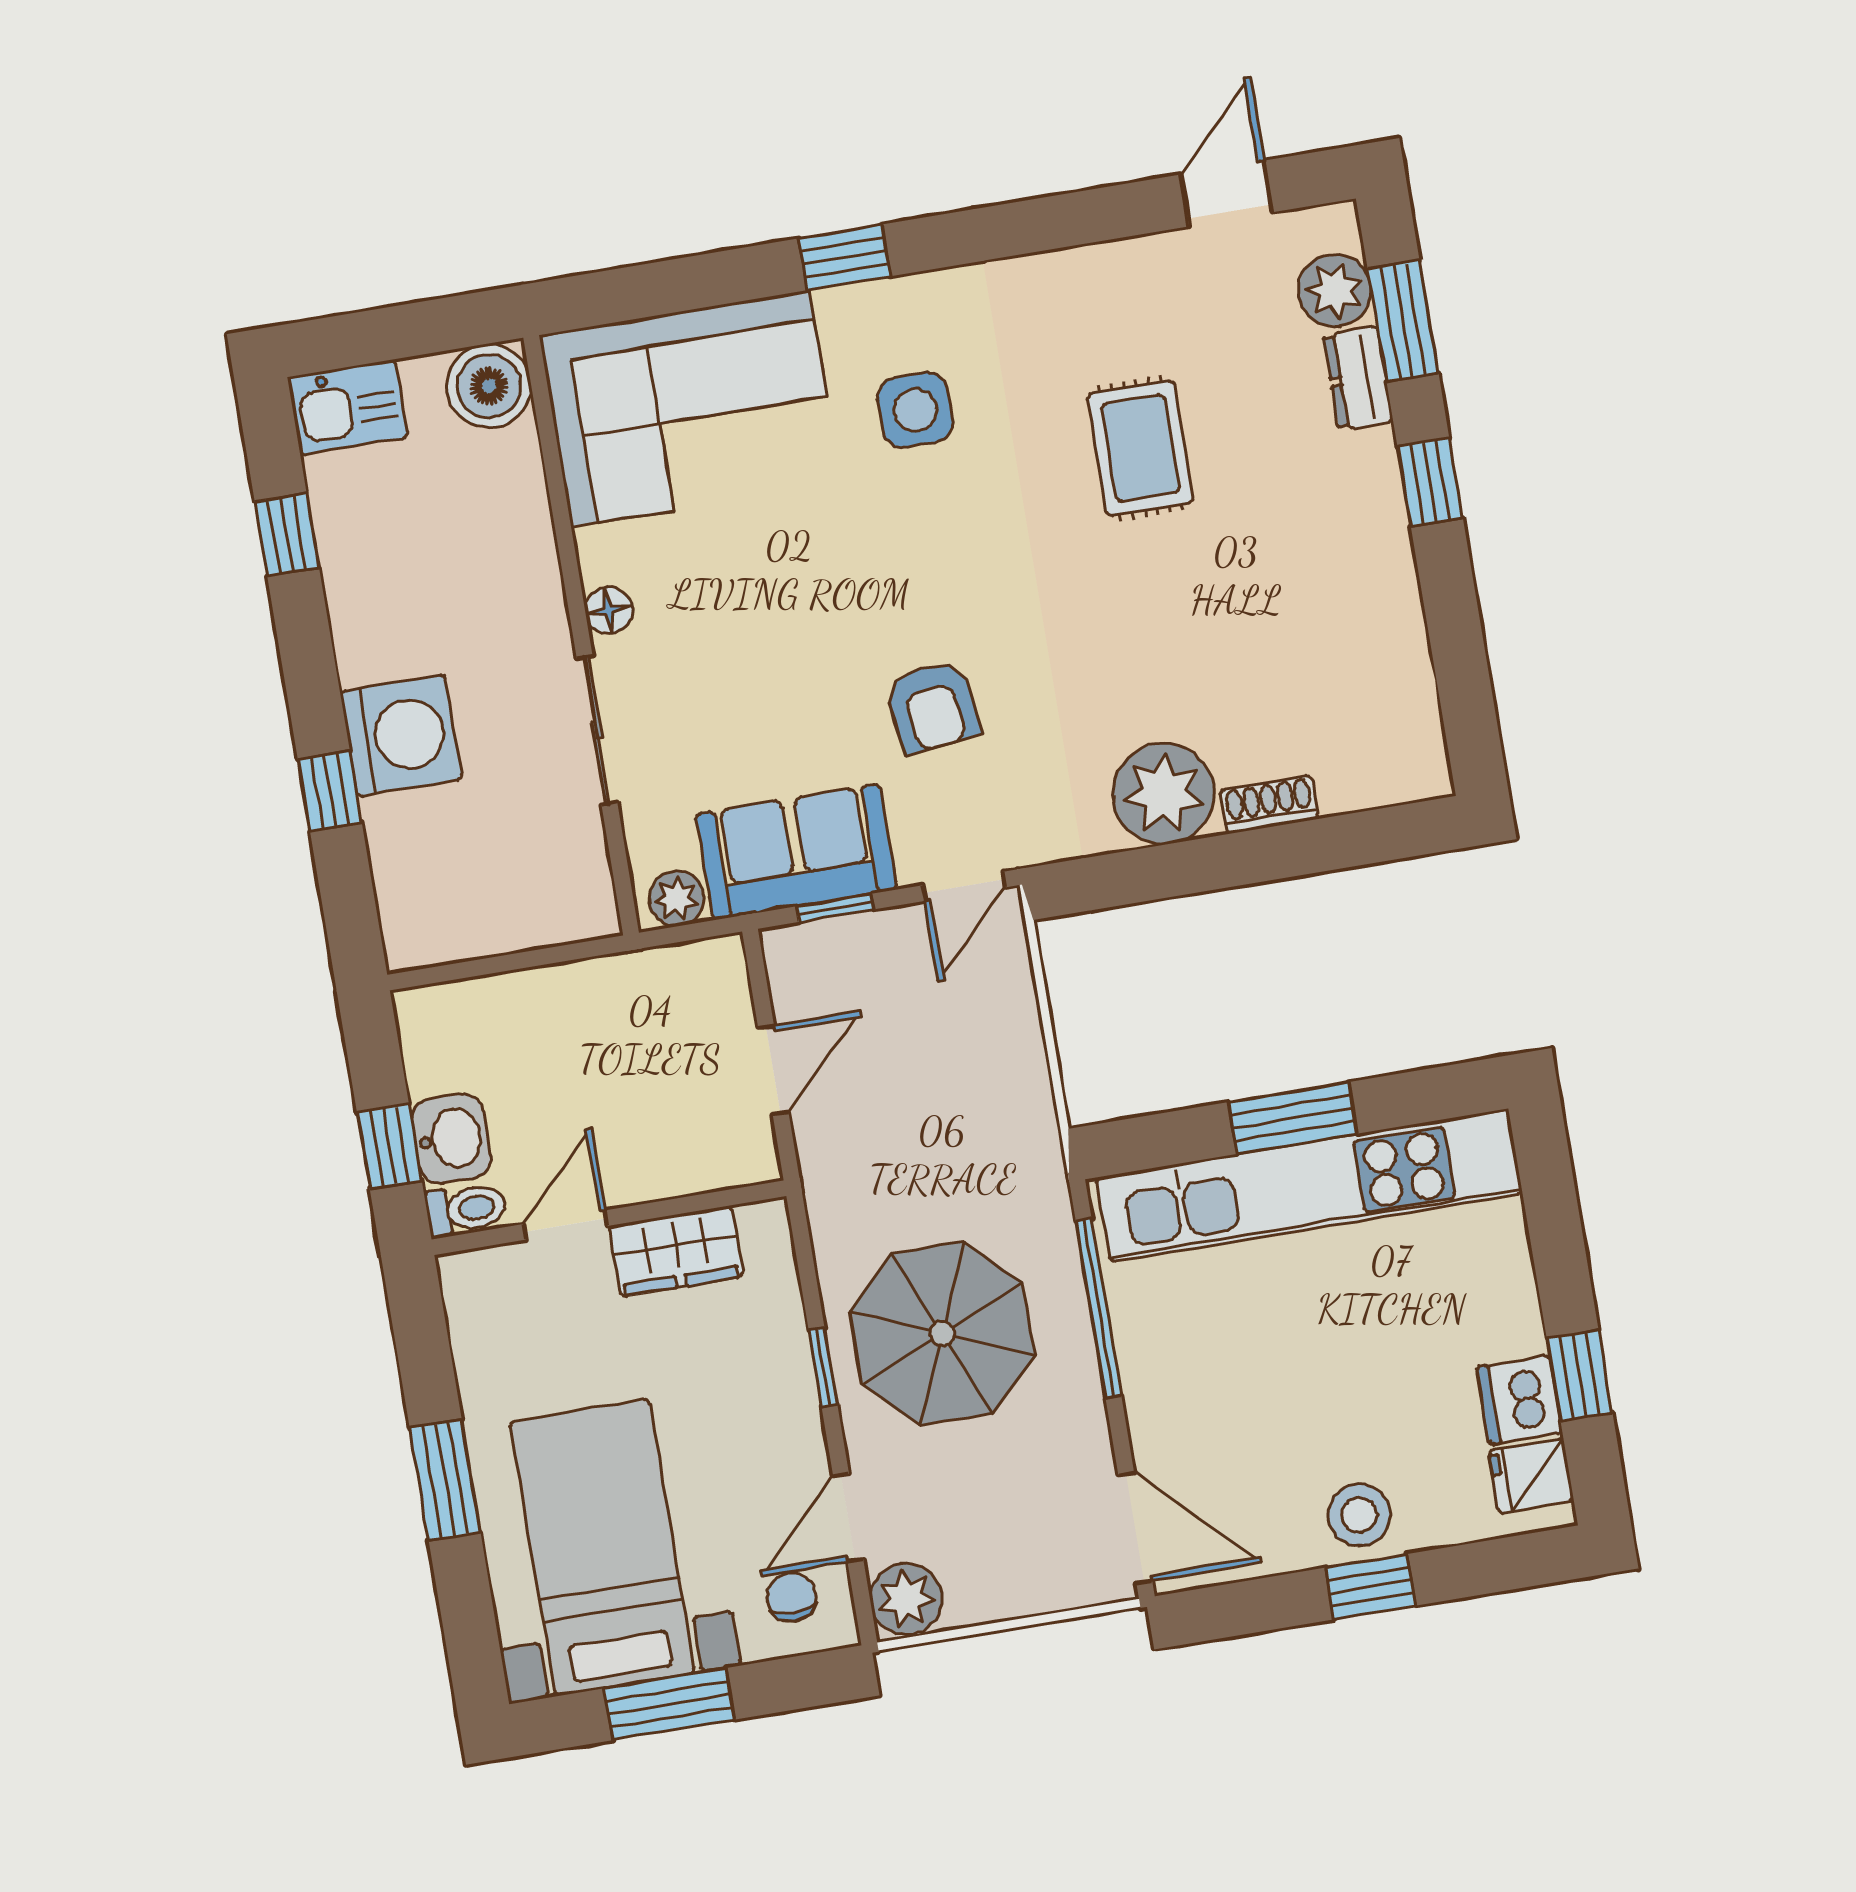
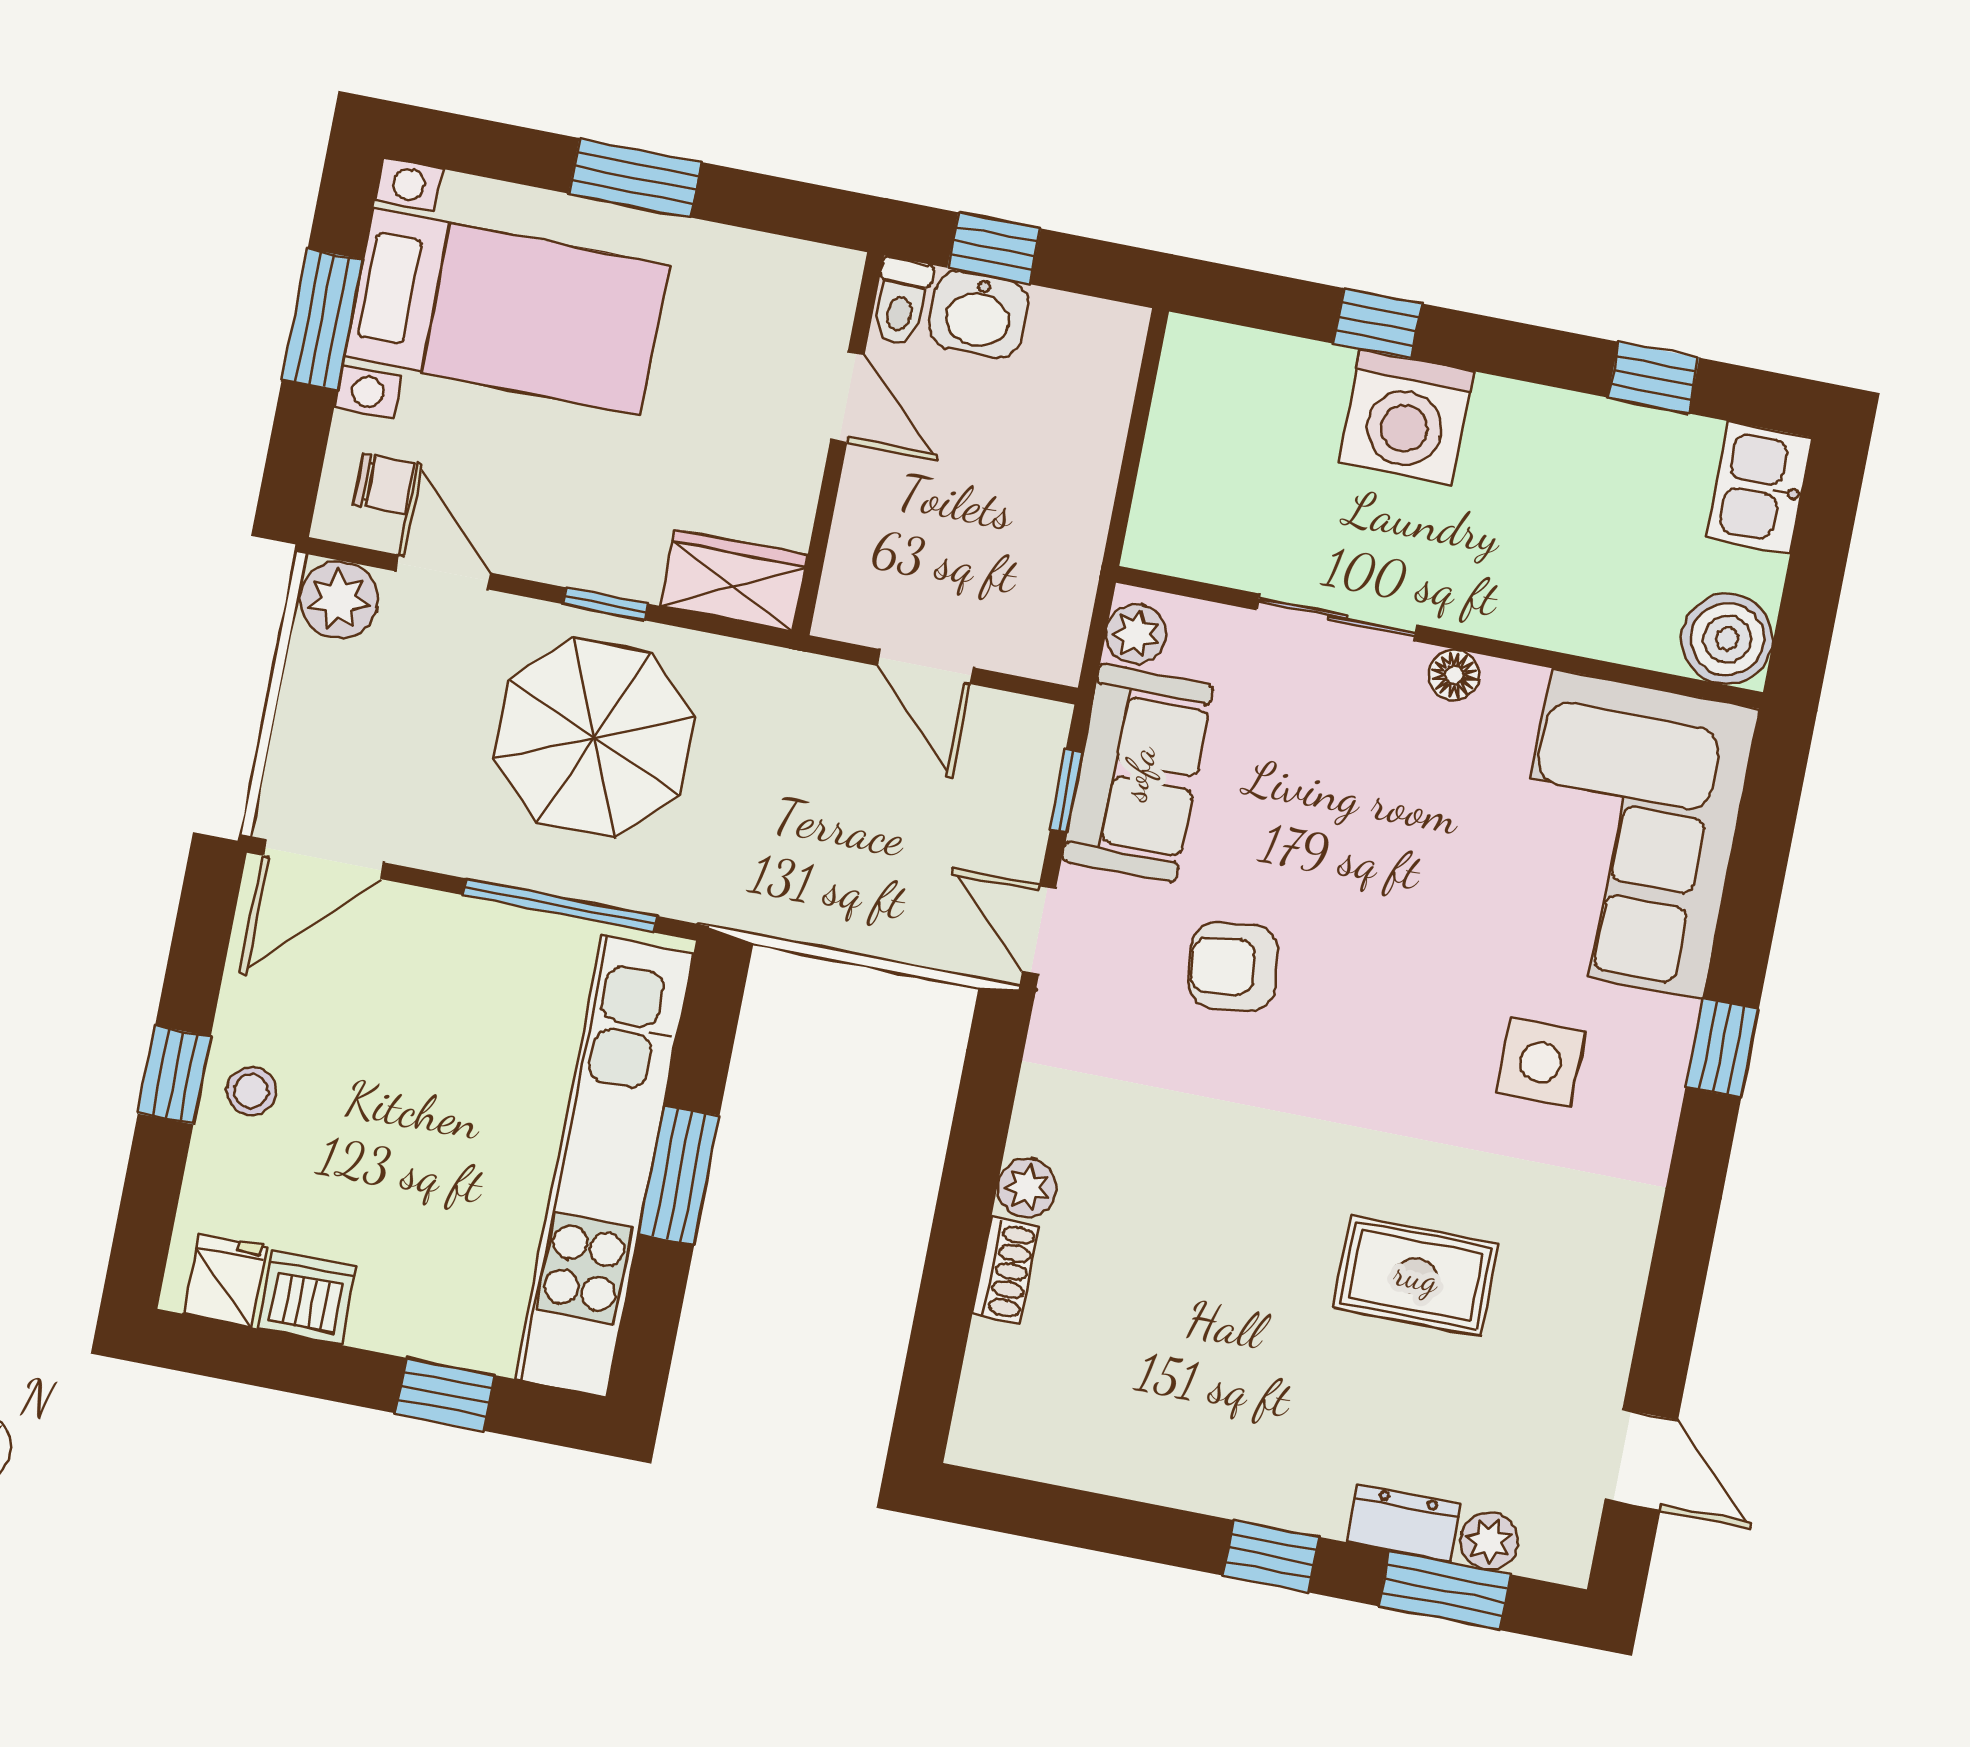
plant: (1335, 290) -> (1489, 1541), width x0.73, depth x0.73
plant: (1164, 794) -> (1027, 1188), width x0.53, depth x0.53
wardrobe: (676, 1251) -> (734, 581), moved, turned 90
window: (1579, 1375) -> (445, 1394), moved
stool: (1359, 1515) -> (251, 1091), width x0.73, depth x0.73

